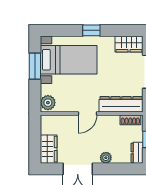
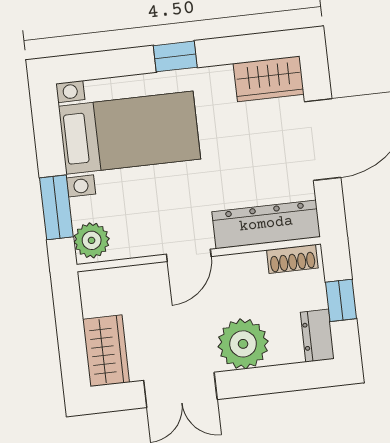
window: (35, 66) -> (56, 207), moved
plant: (106, 158) -> (243, 344), width x1.87, depth x1.87

